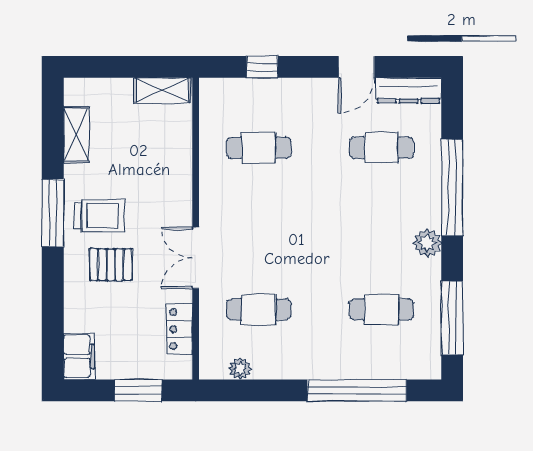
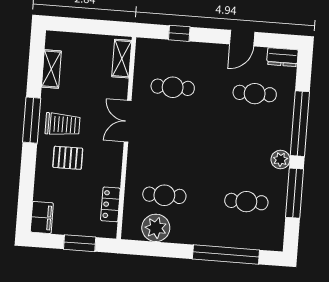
shelving: (162, 90) -> (122, 59), moved, turned 90
dresser: (409, 90) -> (282, 57), width x0.70
double door: (196, 258) -> (128, 121), moved
window: (452, 318) -> (295, 193), moved
plant: (240, 369) -> (156, 228), width x1.88, depth x1.88

